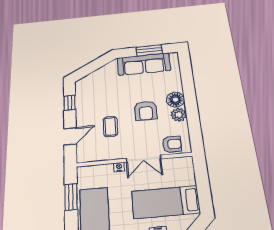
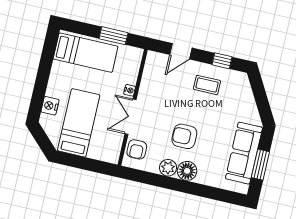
coffee table: (110, 127) -> (207, 85), moved
door: (70, 136) -> (181, 51), hinge flipped

